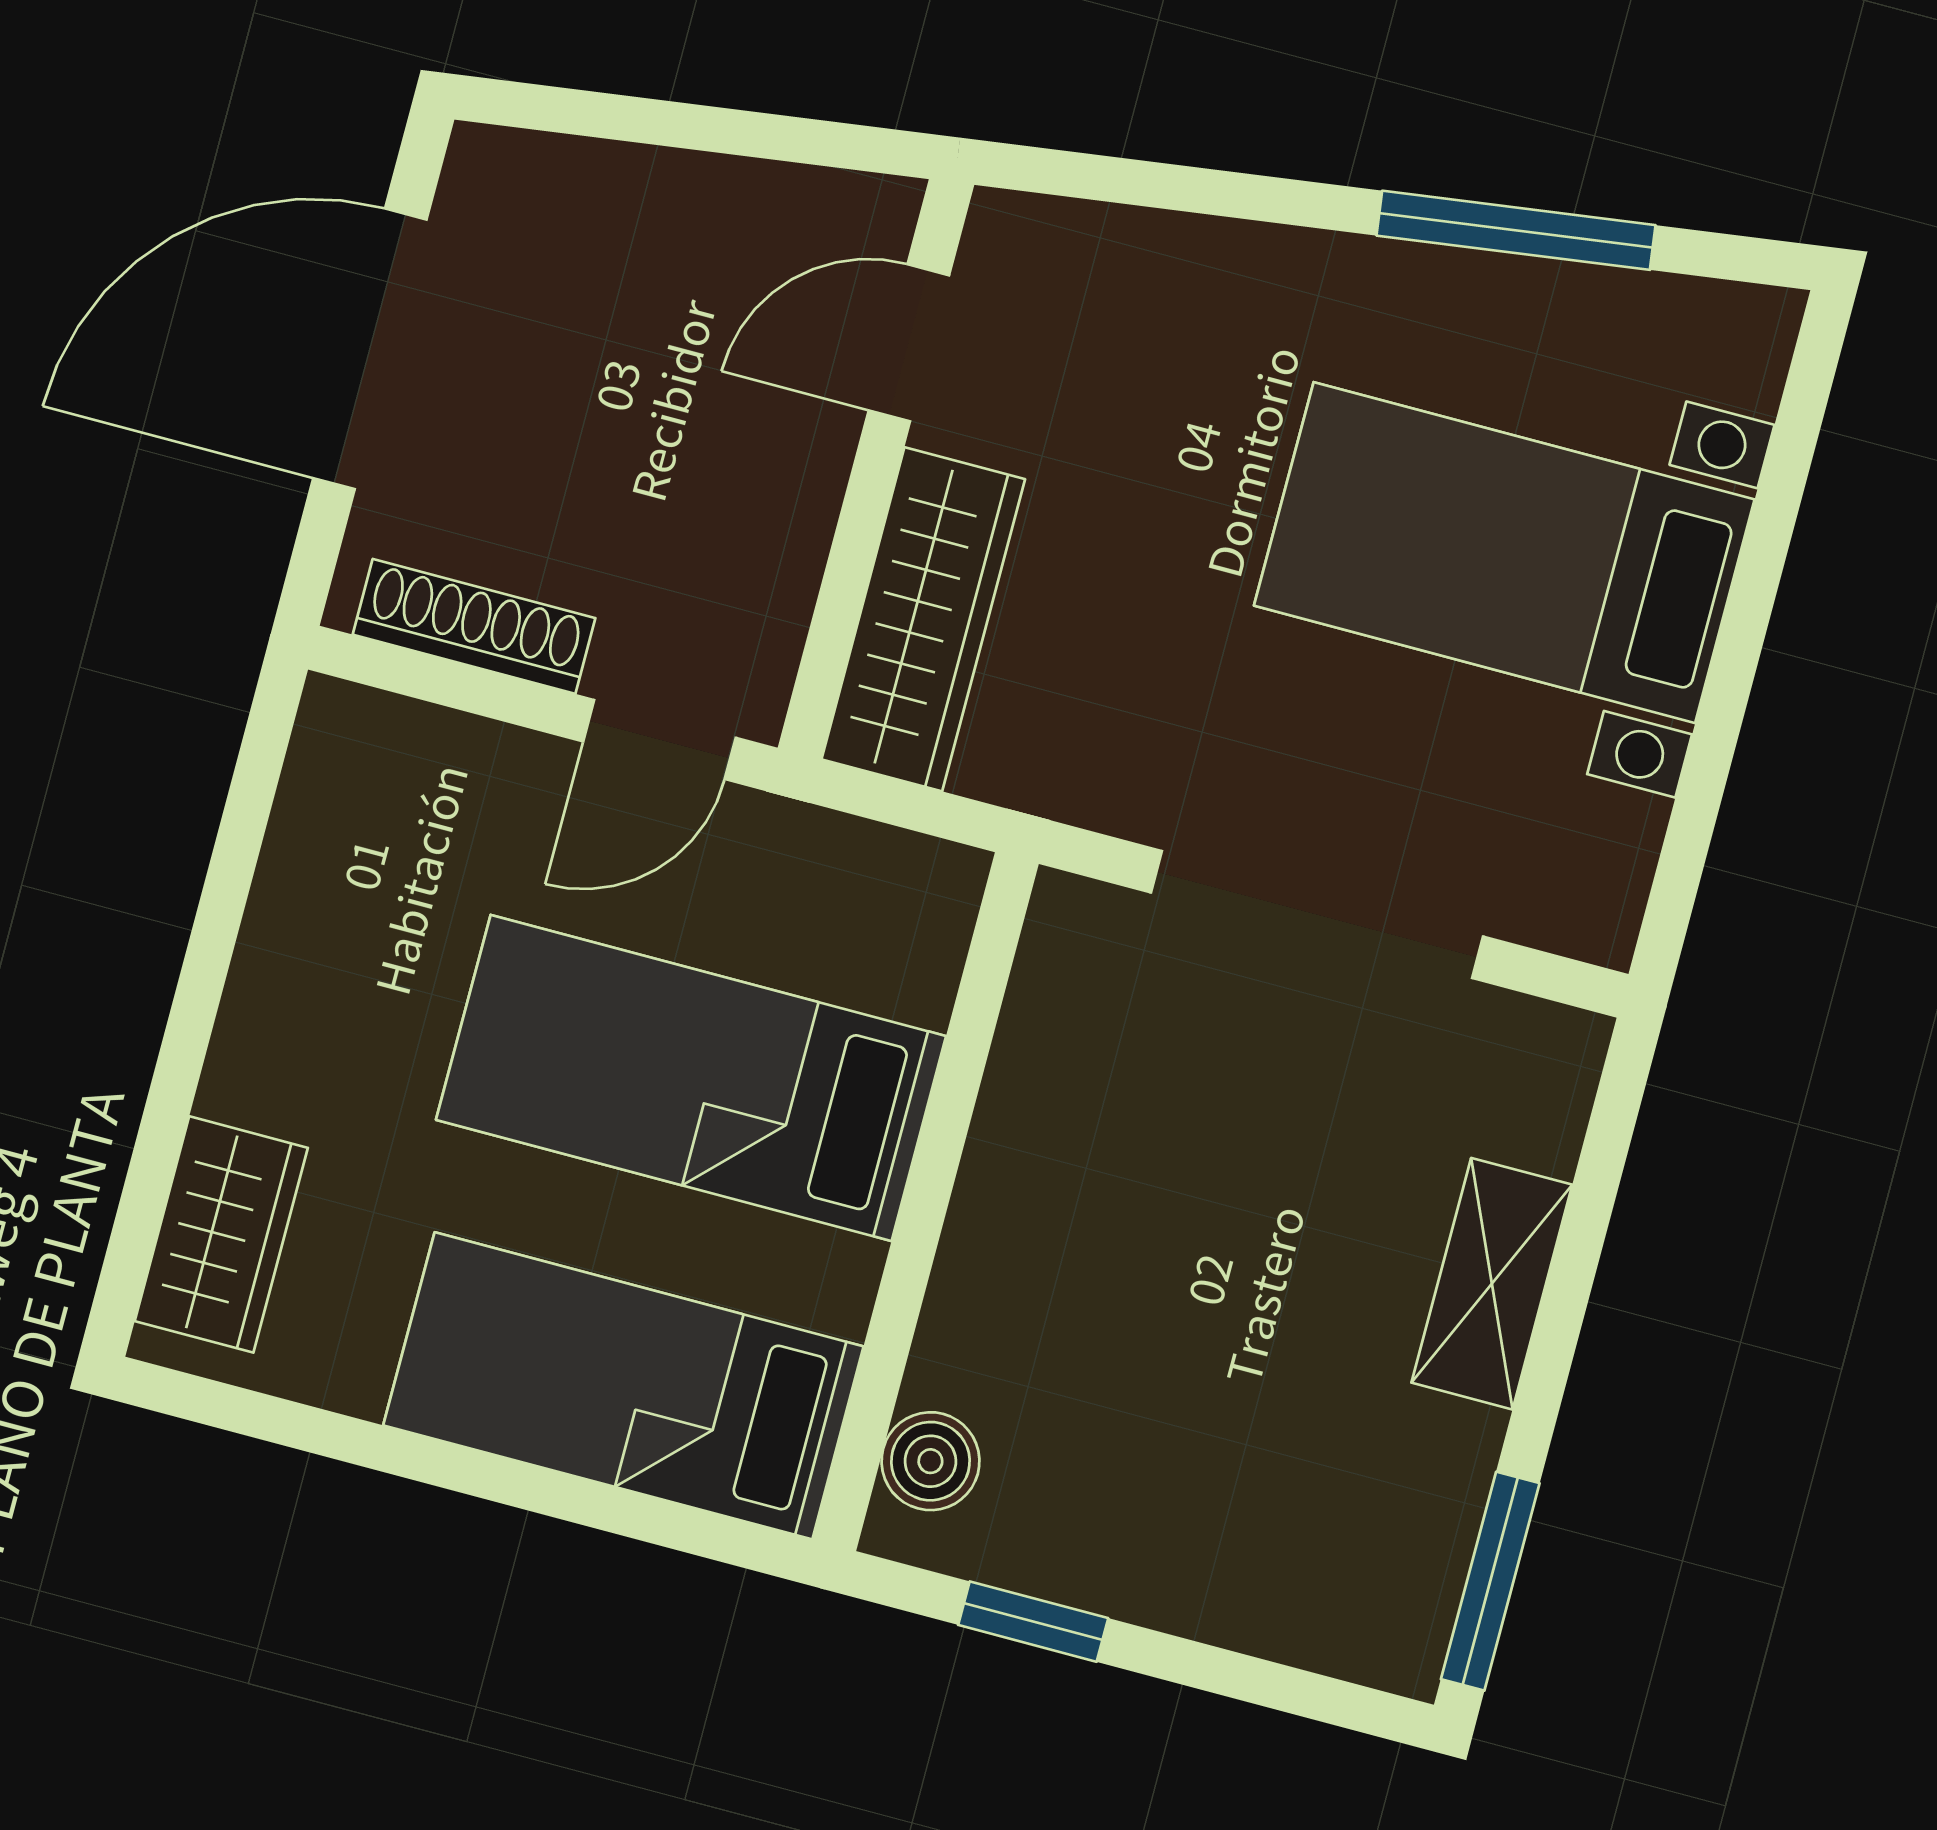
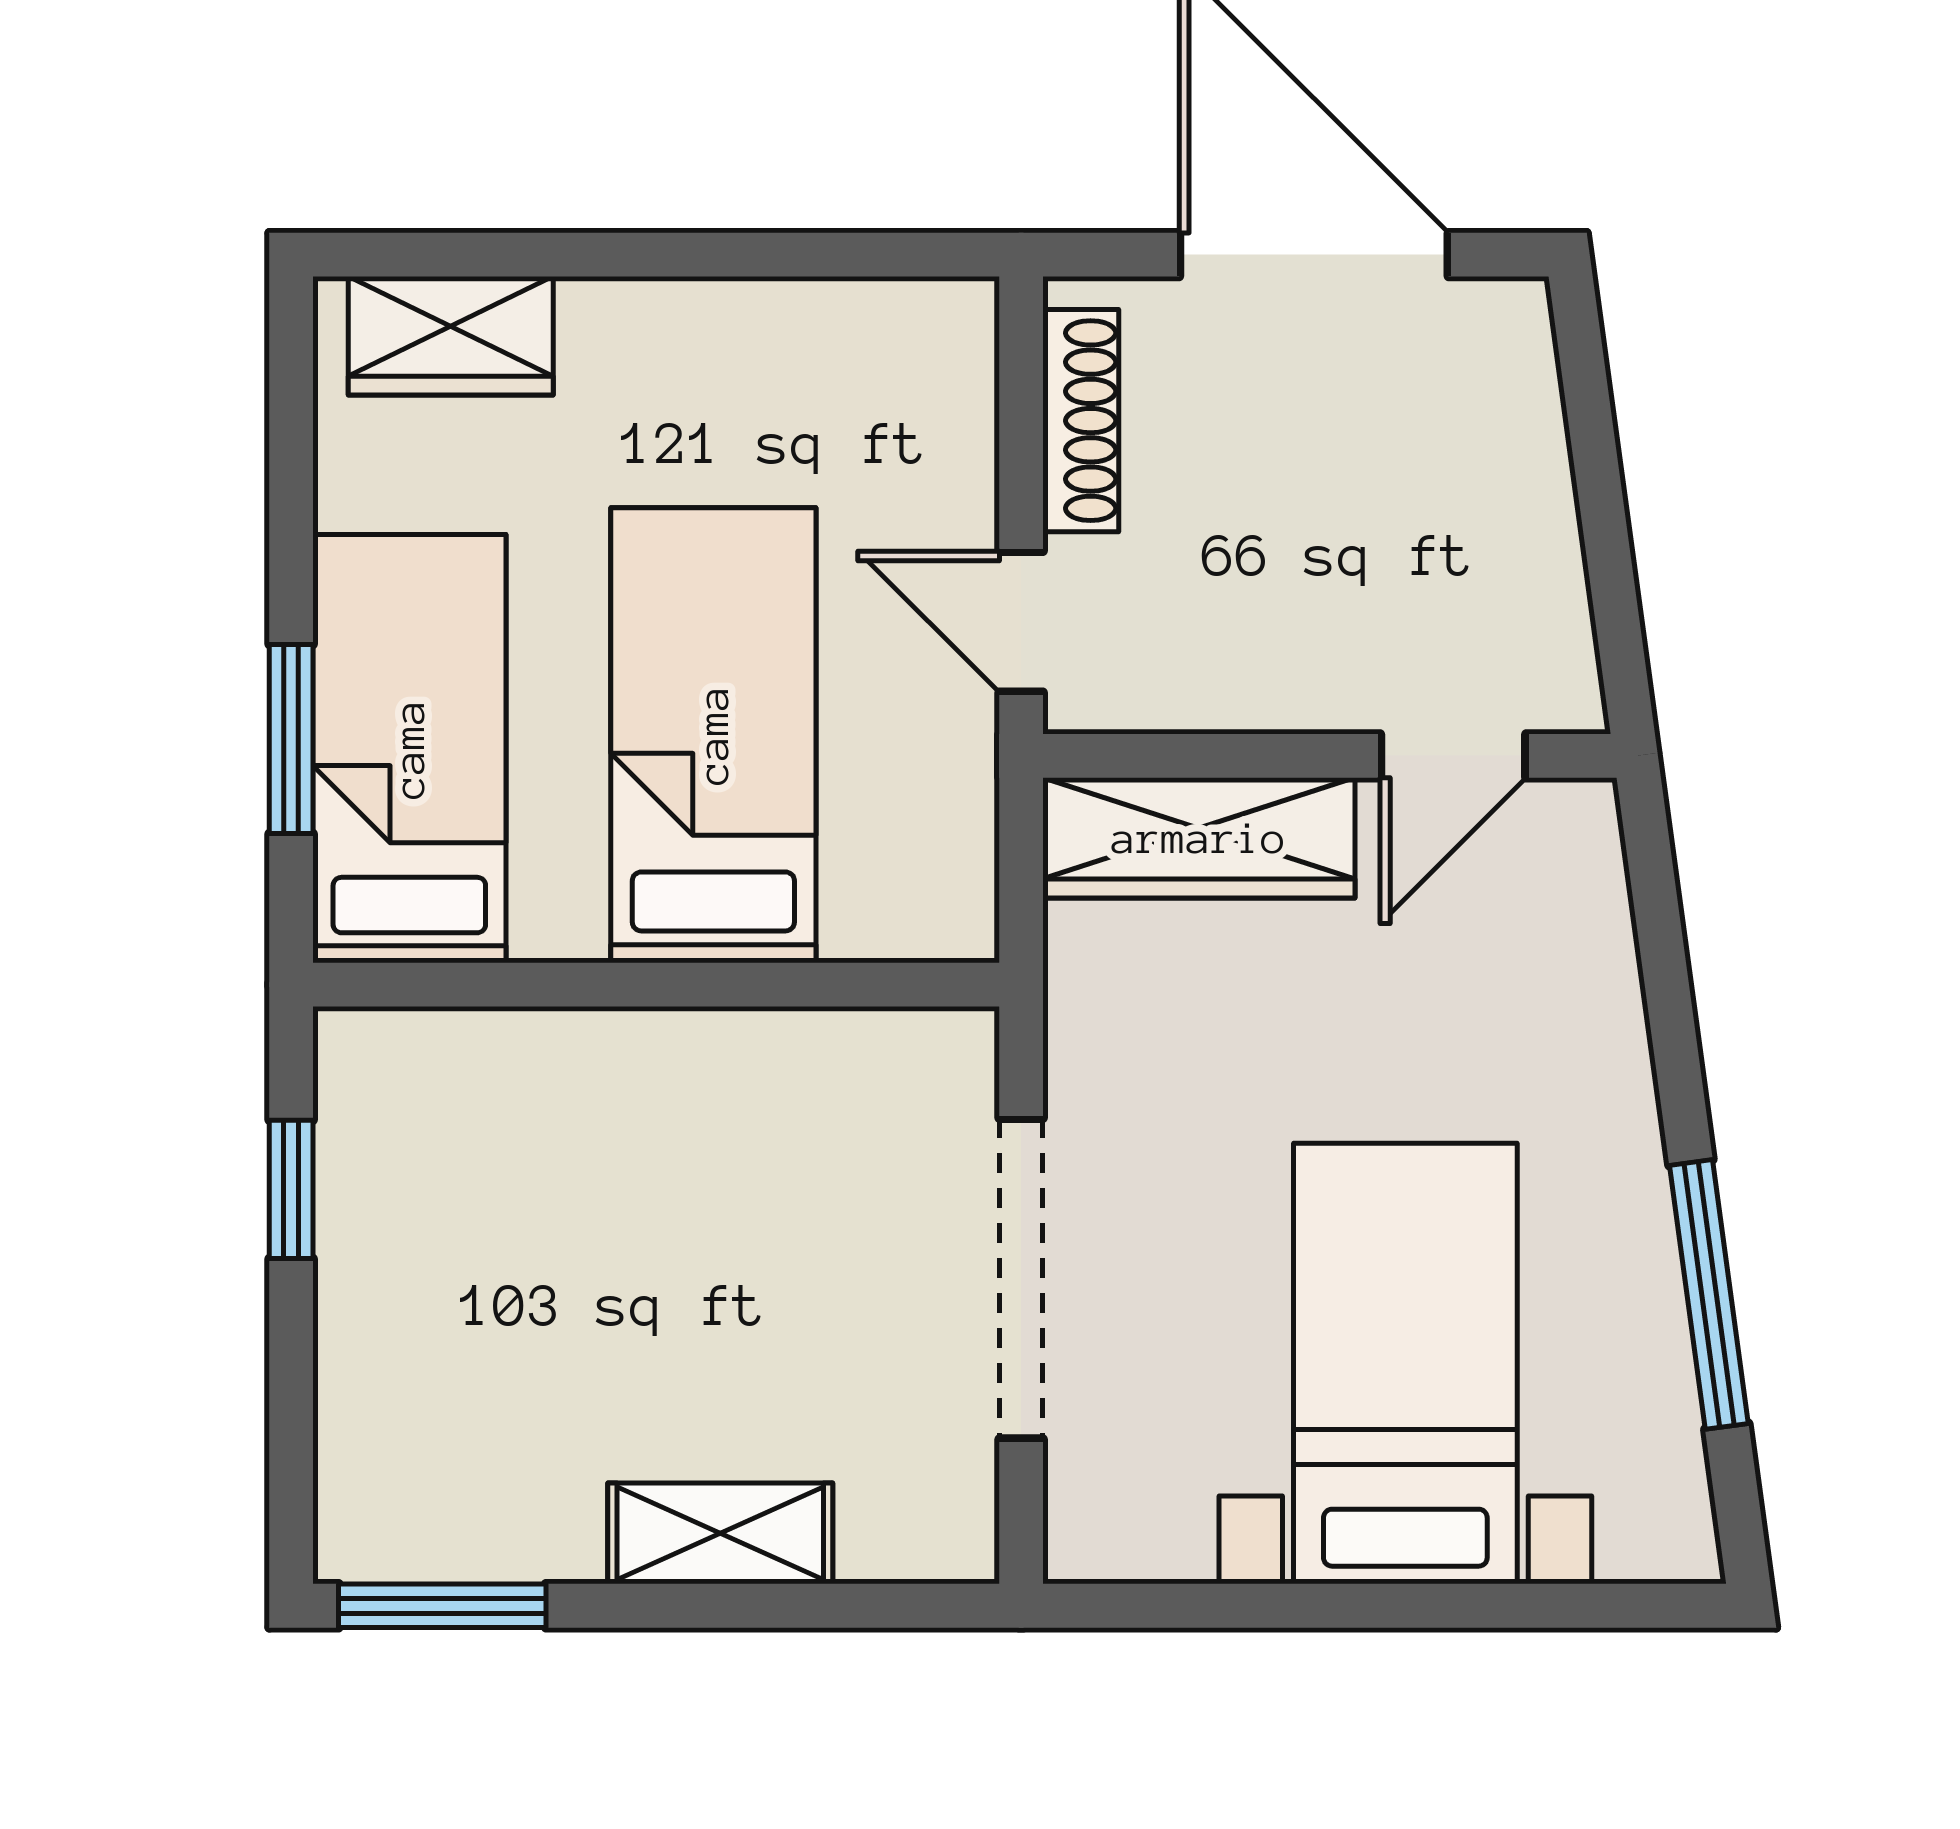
door: (909, 343) -> (1453, 756), swing flipped
boiler: (930, 1461) -> (415, 1054), removed
window: (582, 1502) -> (291, 739), added

